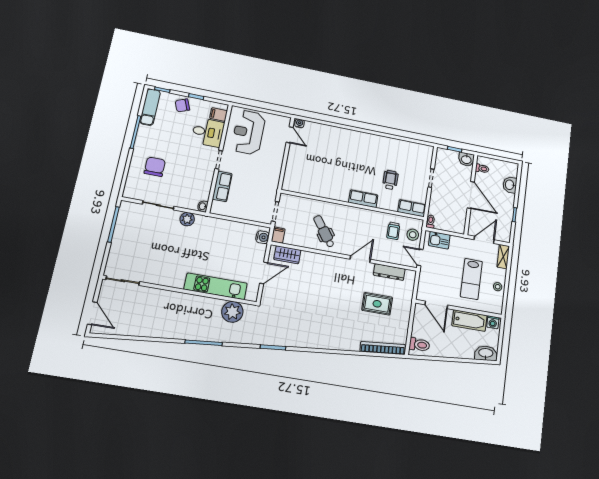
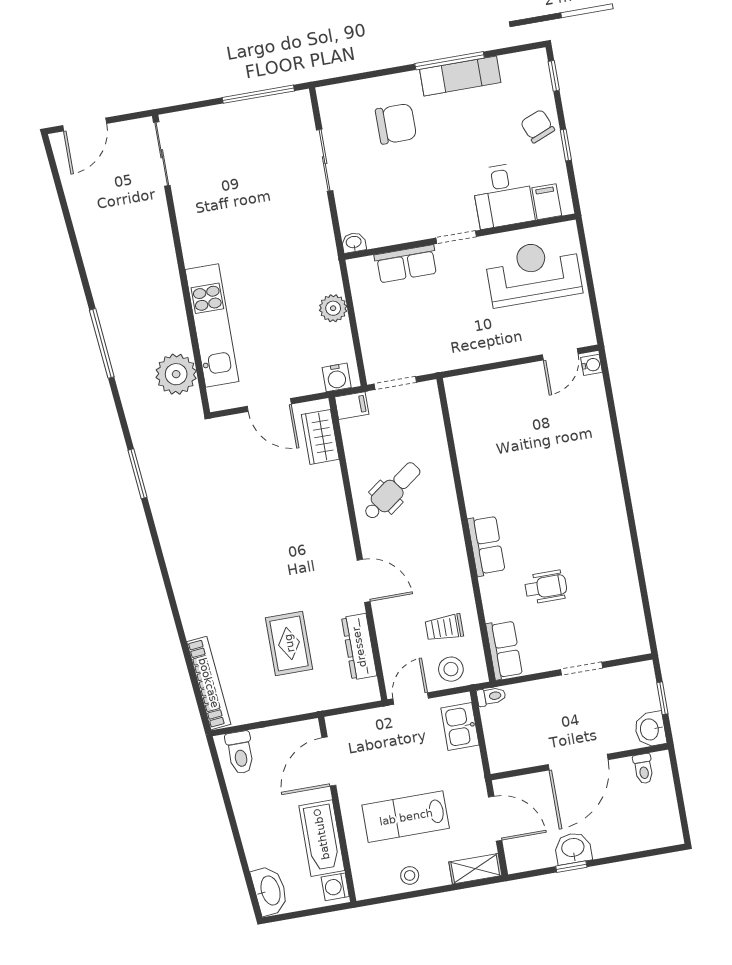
exam couch: (150, 107) -> (460, 76), moved
washbasin: (510, 185) -> (573, 848), moved
plant: (187, 219) -> (333, 308), moved

